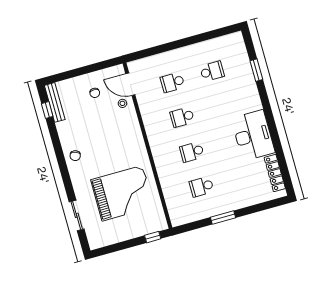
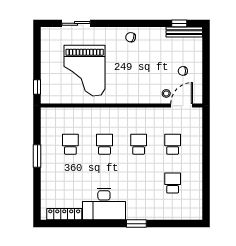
window: (256, 70) -> (136, 224), moved
school desk: (212, 71) -> (173, 183), turned 180

